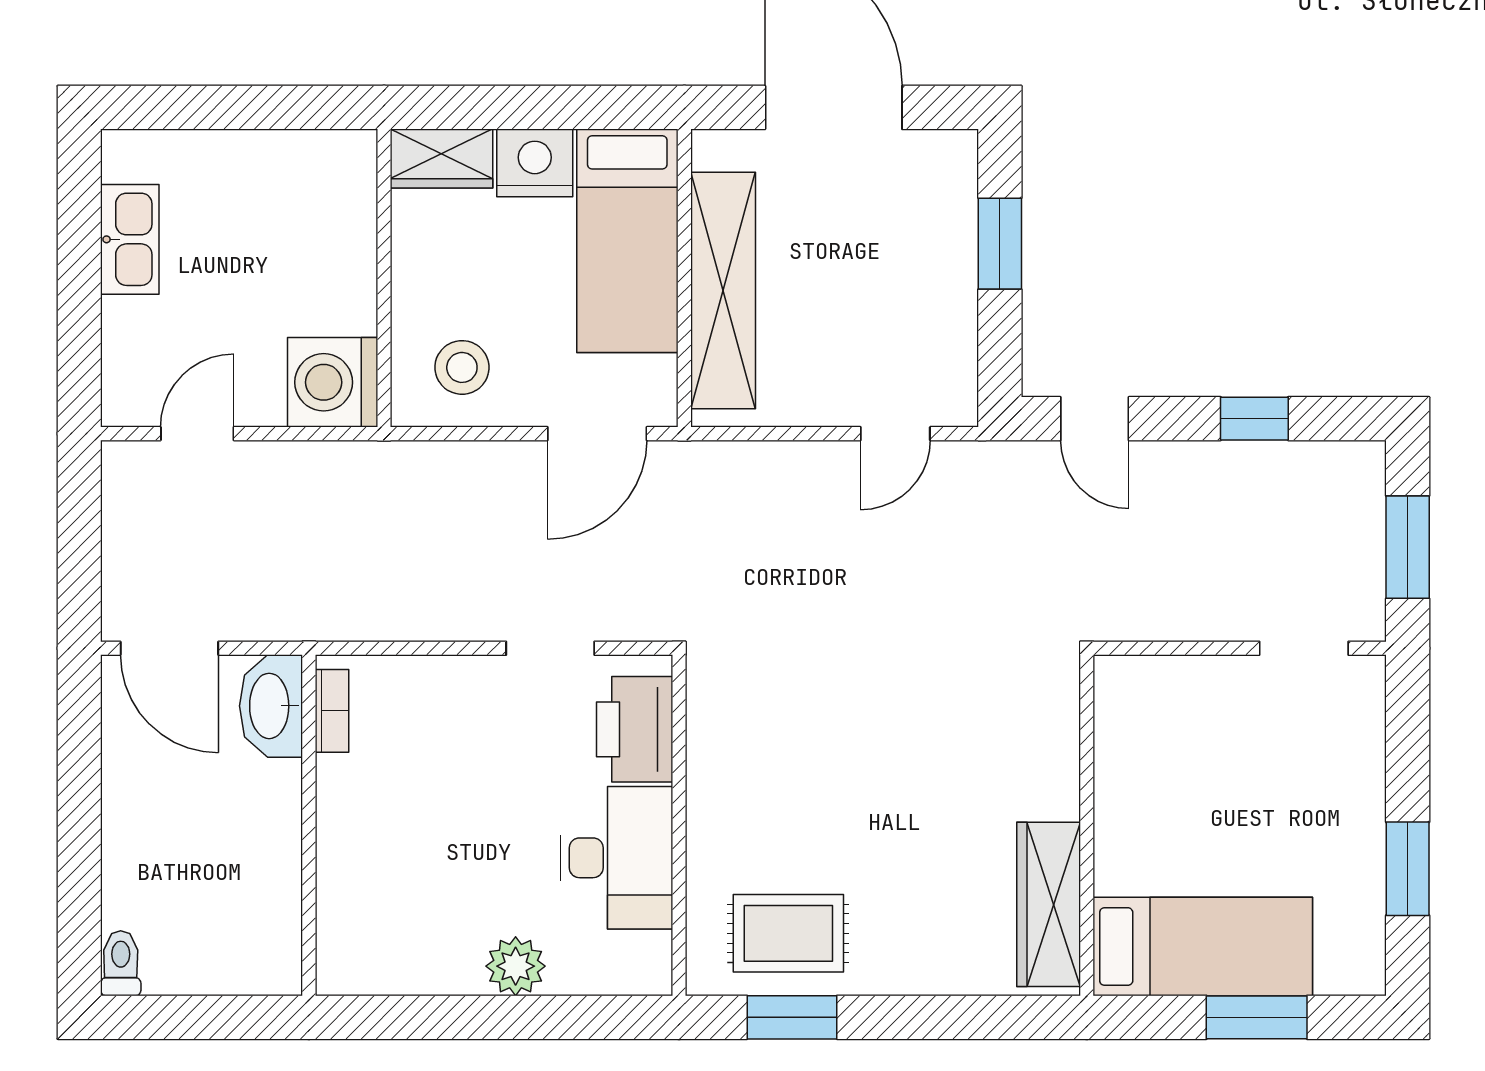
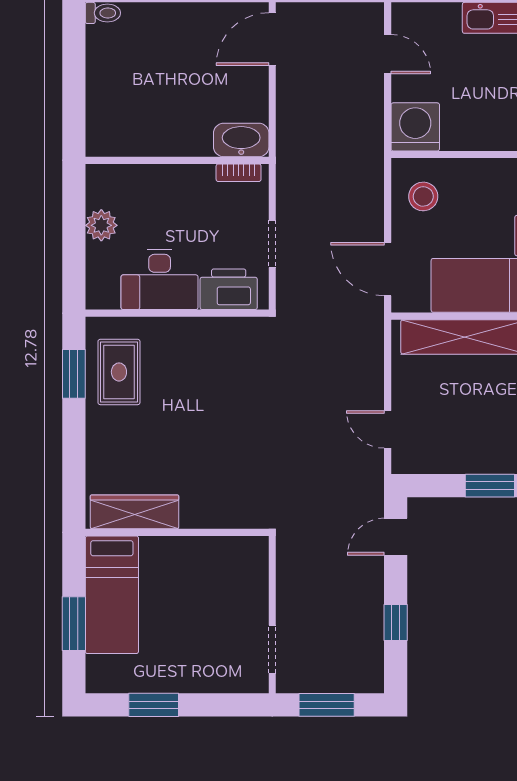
washbasin: (271, 706) -> (241, 140), moved
bookcase: (332, 711) -> (239, 173), moved
wall: (309, 825) -> (177, 160), moved

